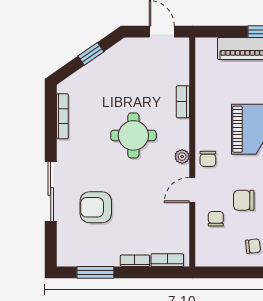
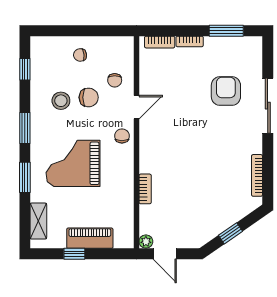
round table: (133, 135) -> (191, 158), removed
plant: (182, 157) -> (146, 242), moved
armchair: (96, 207) -> (226, 91), turned -90

